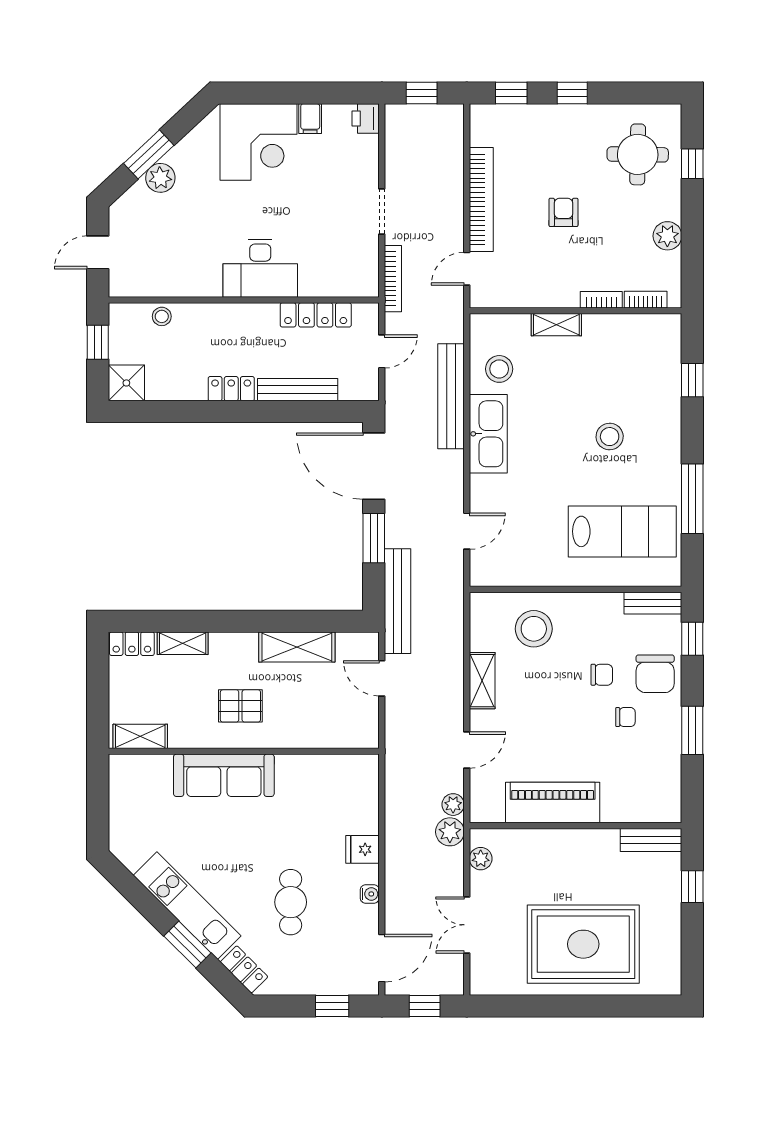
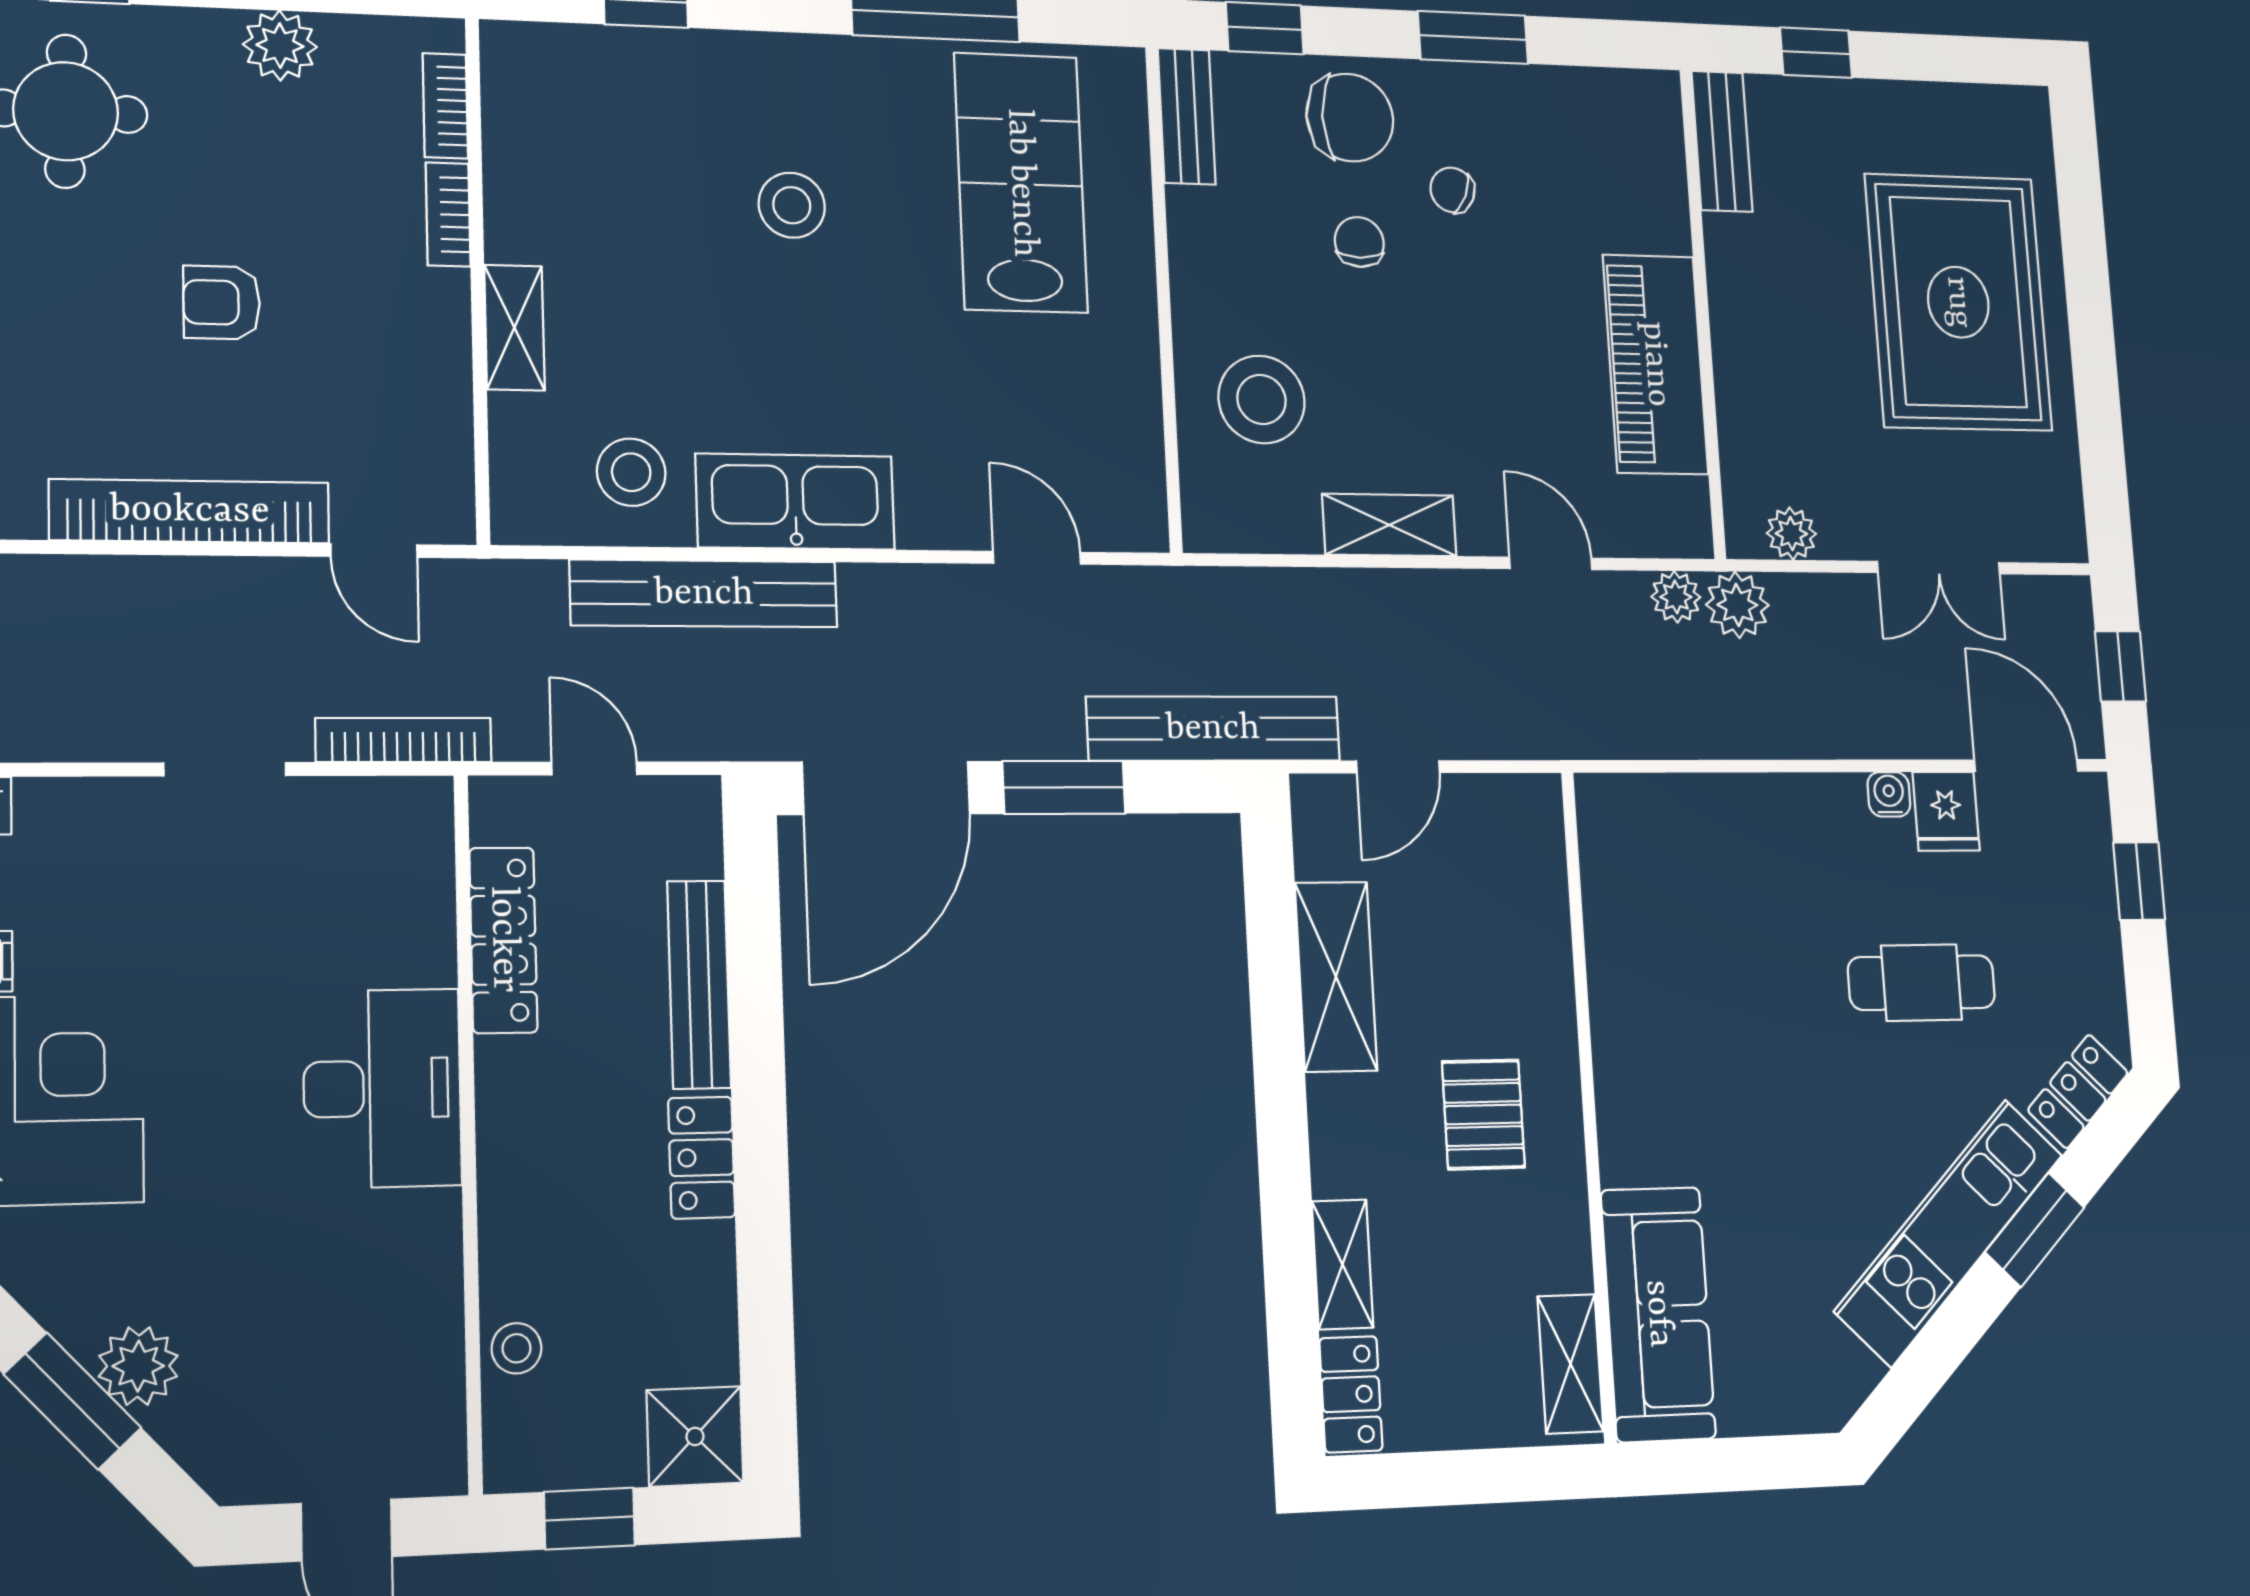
chair: (625, 717) -> (1452, 190), turned -67
sofa: (224, 775) -> (1658, 1314), moved
fridge: (362, 849) -> (1946, 811), moved

